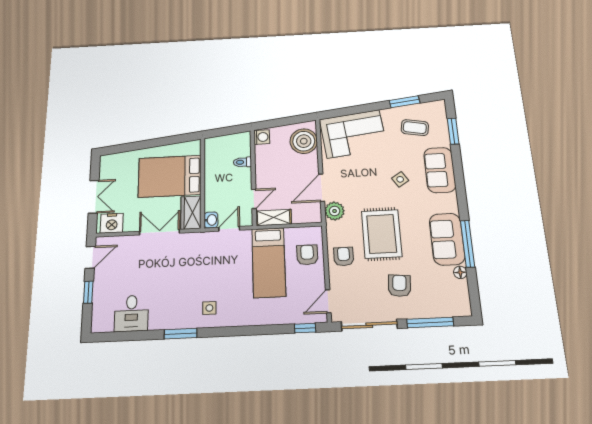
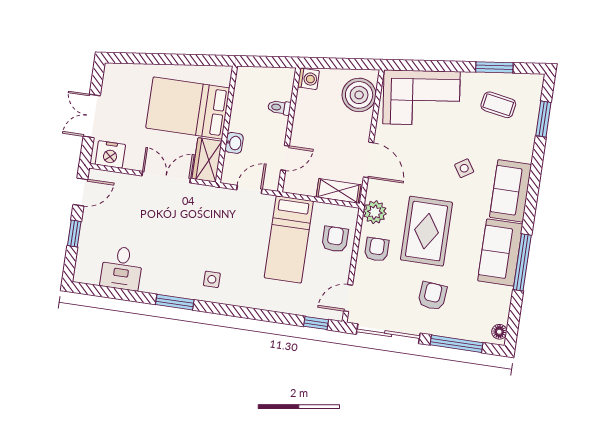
sofa: (440, 170) -> (511, 191), moved
door: (322, 188) -> (369, 160), swing flipped
double door: (94, 197) -> (92, 116), swing flipped
plant: (335, 211) -> (375, 212), moved
shelving: (274, 217) -> (339, 191), moved
washbasin: (211, 220) -> (234, 143), moved
floor lamp: (460, 272) -> (499, 332), moved

